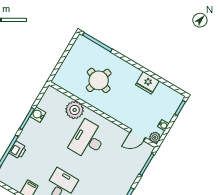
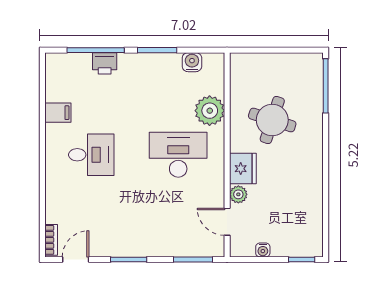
fridge: (147, 83) -> (243, 169), moved, turned 180
water cooler: (38, 115) -> (192, 62), moved
plant: (155, 137) -> (238, 194), moved

